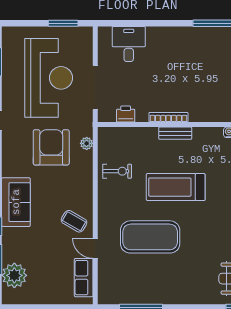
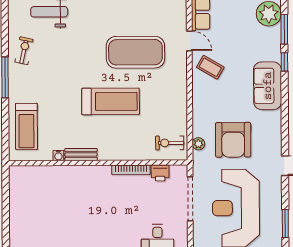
bookcase: (168, 117) -> (131, 170), moved
bench: (175, 133) -> (81, 155), moved
exercise bike: (117, 171) -> (170, 143), moved

